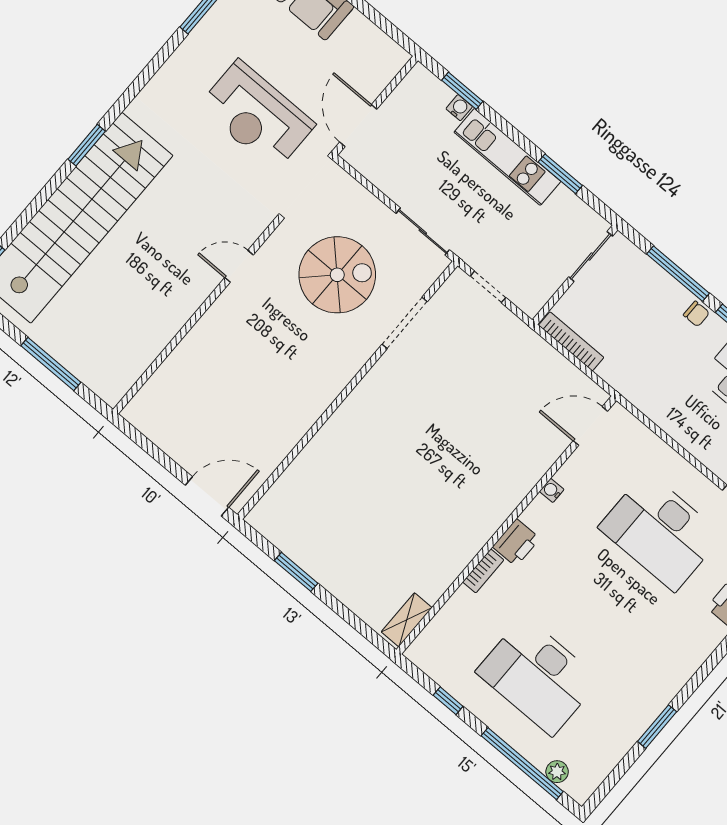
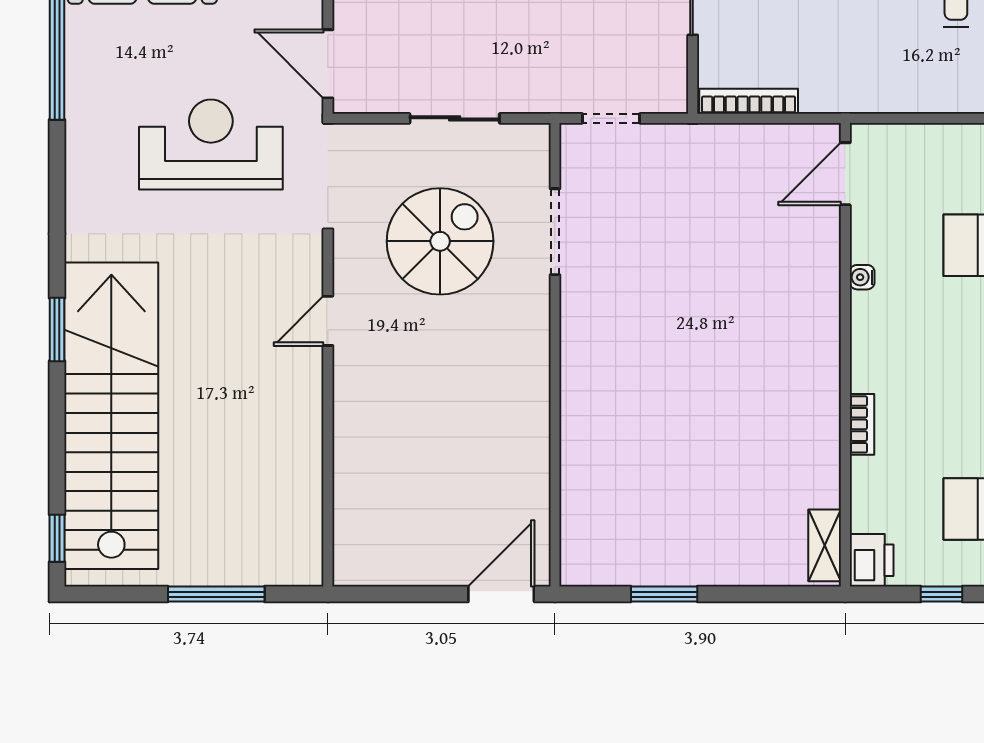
reception desk: (257, 115) -> (211, 145), turned 180
sliding door: (423, 232) -> (455, 118), moved
printer: (516, 543) -> (872, 560), moved

